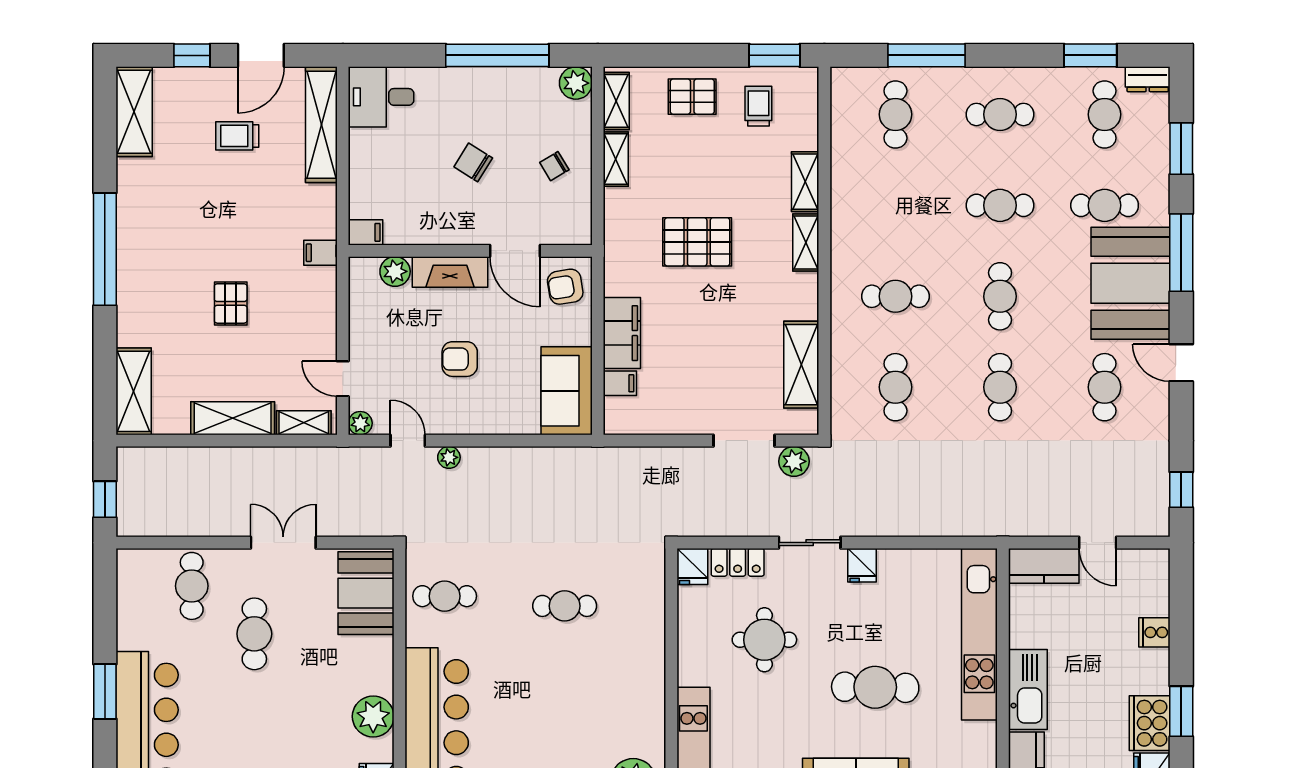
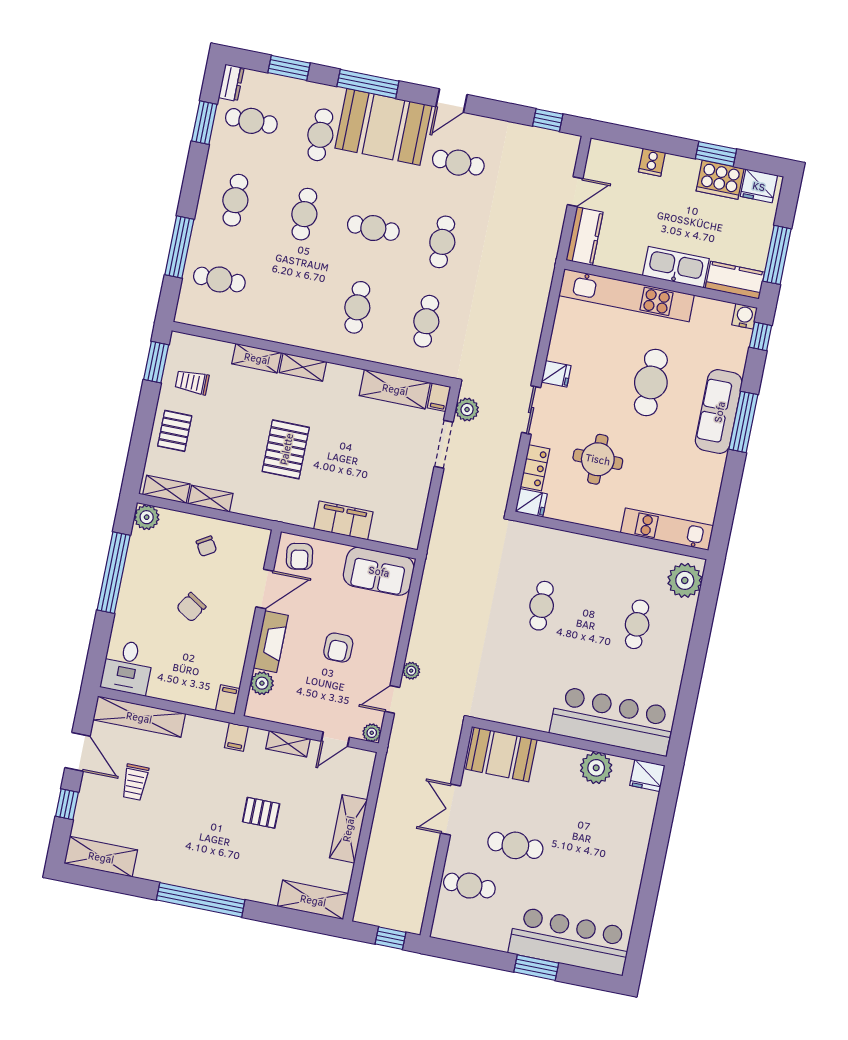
filing cabinet: (620, 383) -> (439, 397), moved, turned 180
cafe table: (895, 387) -> (426, 321), turned 90
cafe table: (1000, 387) -> (442, 242), turned 90
shelving: (304, 423) -> (288, 744), moved, turned 90
cafe table: (445, 596) -> (637, 624), moved

